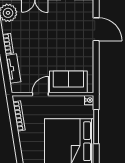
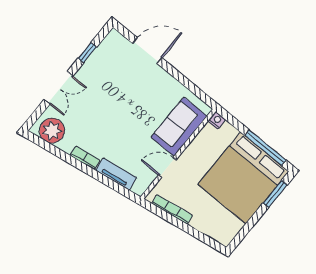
door: (40, 94) -> (167, 167), hinge flipped
window: (96, 127) -> (265, 148), moved

